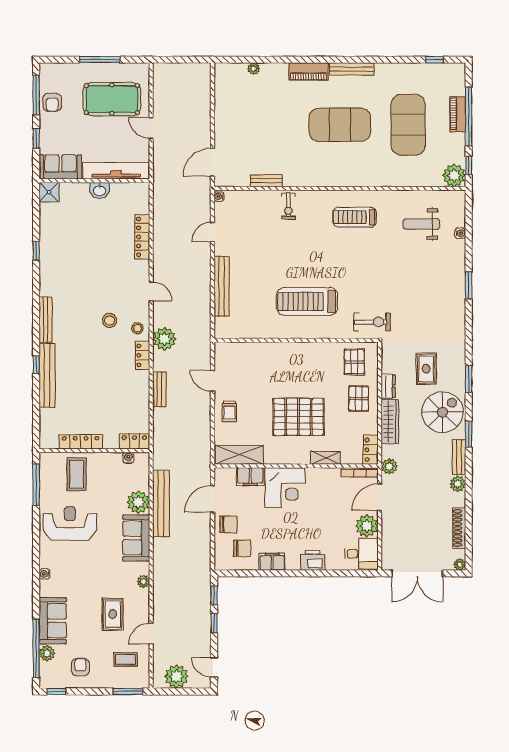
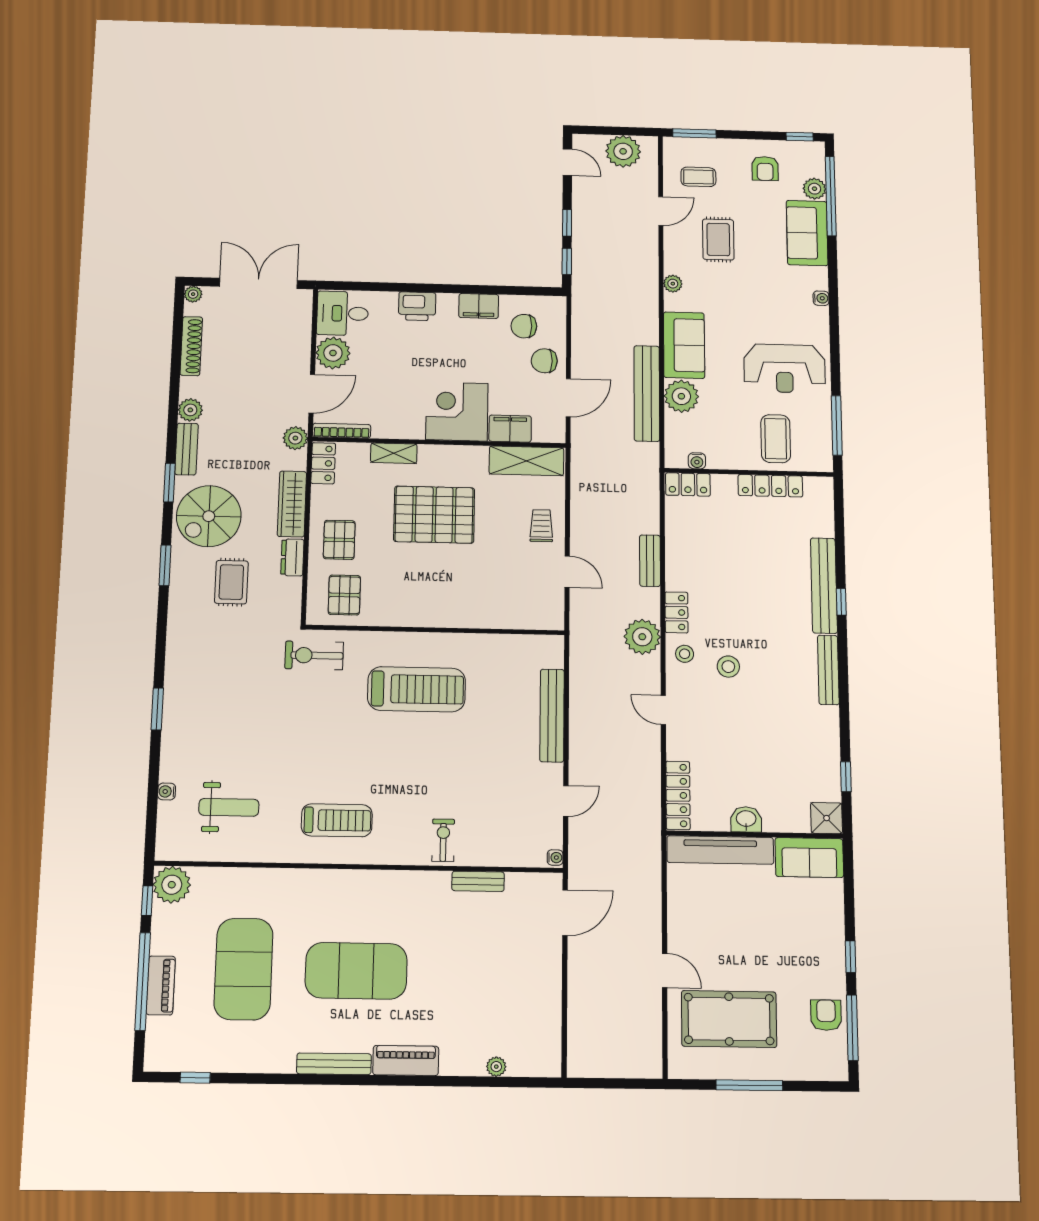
sofa: (60, 167) -> (809, 858), moved
tv unit: (116, 171) -> (720, 850), moved
wall: (94, 181) -> (755, 835), moved
washbasin: (100, 190) -> (746, 819), moved
shower: (49, 192) -> (827, 818), moved

